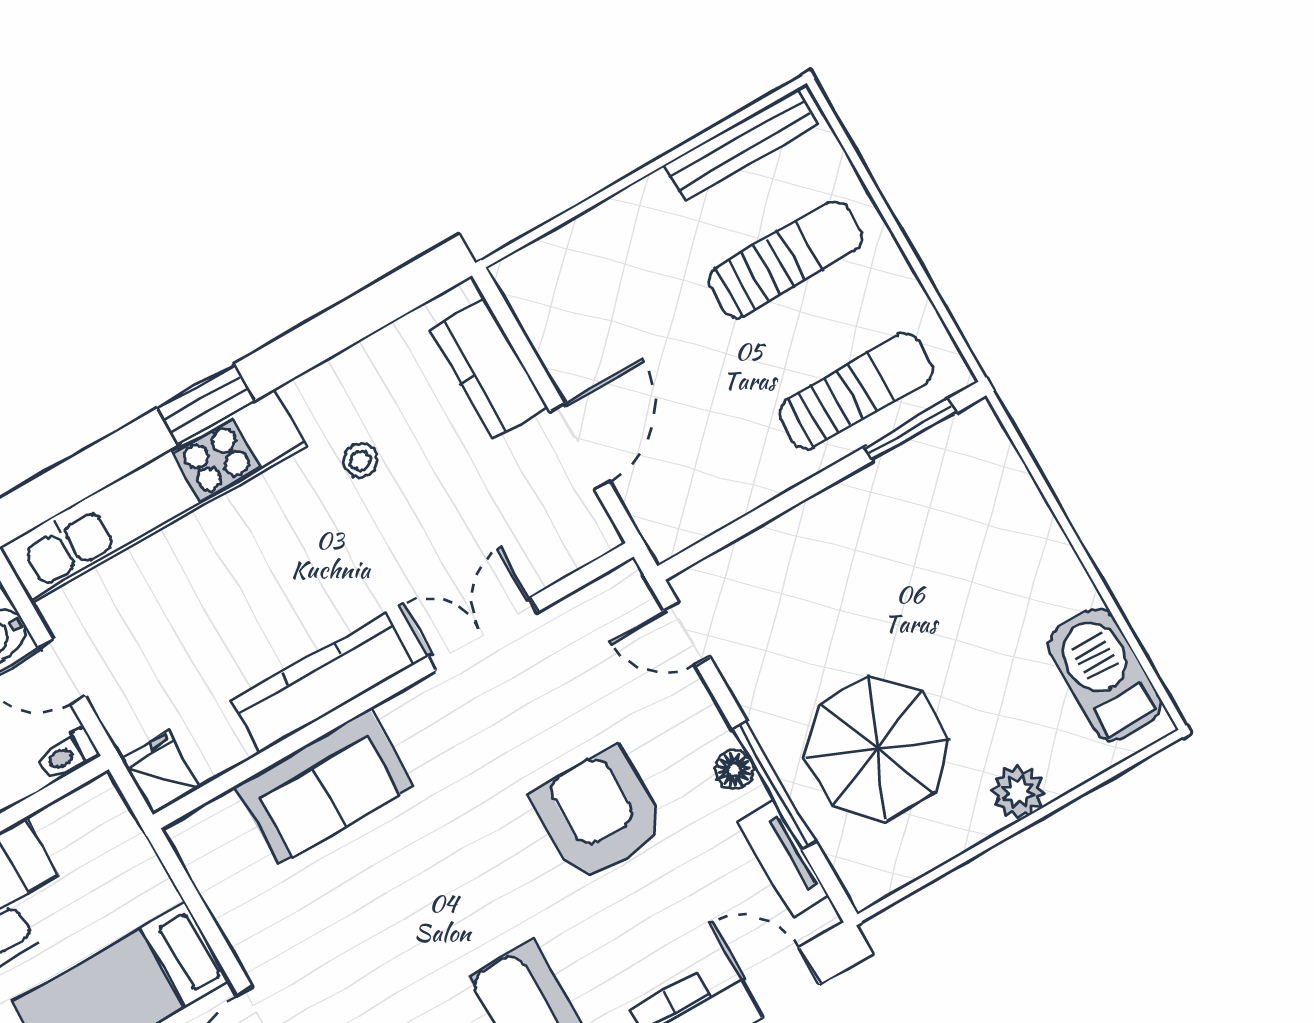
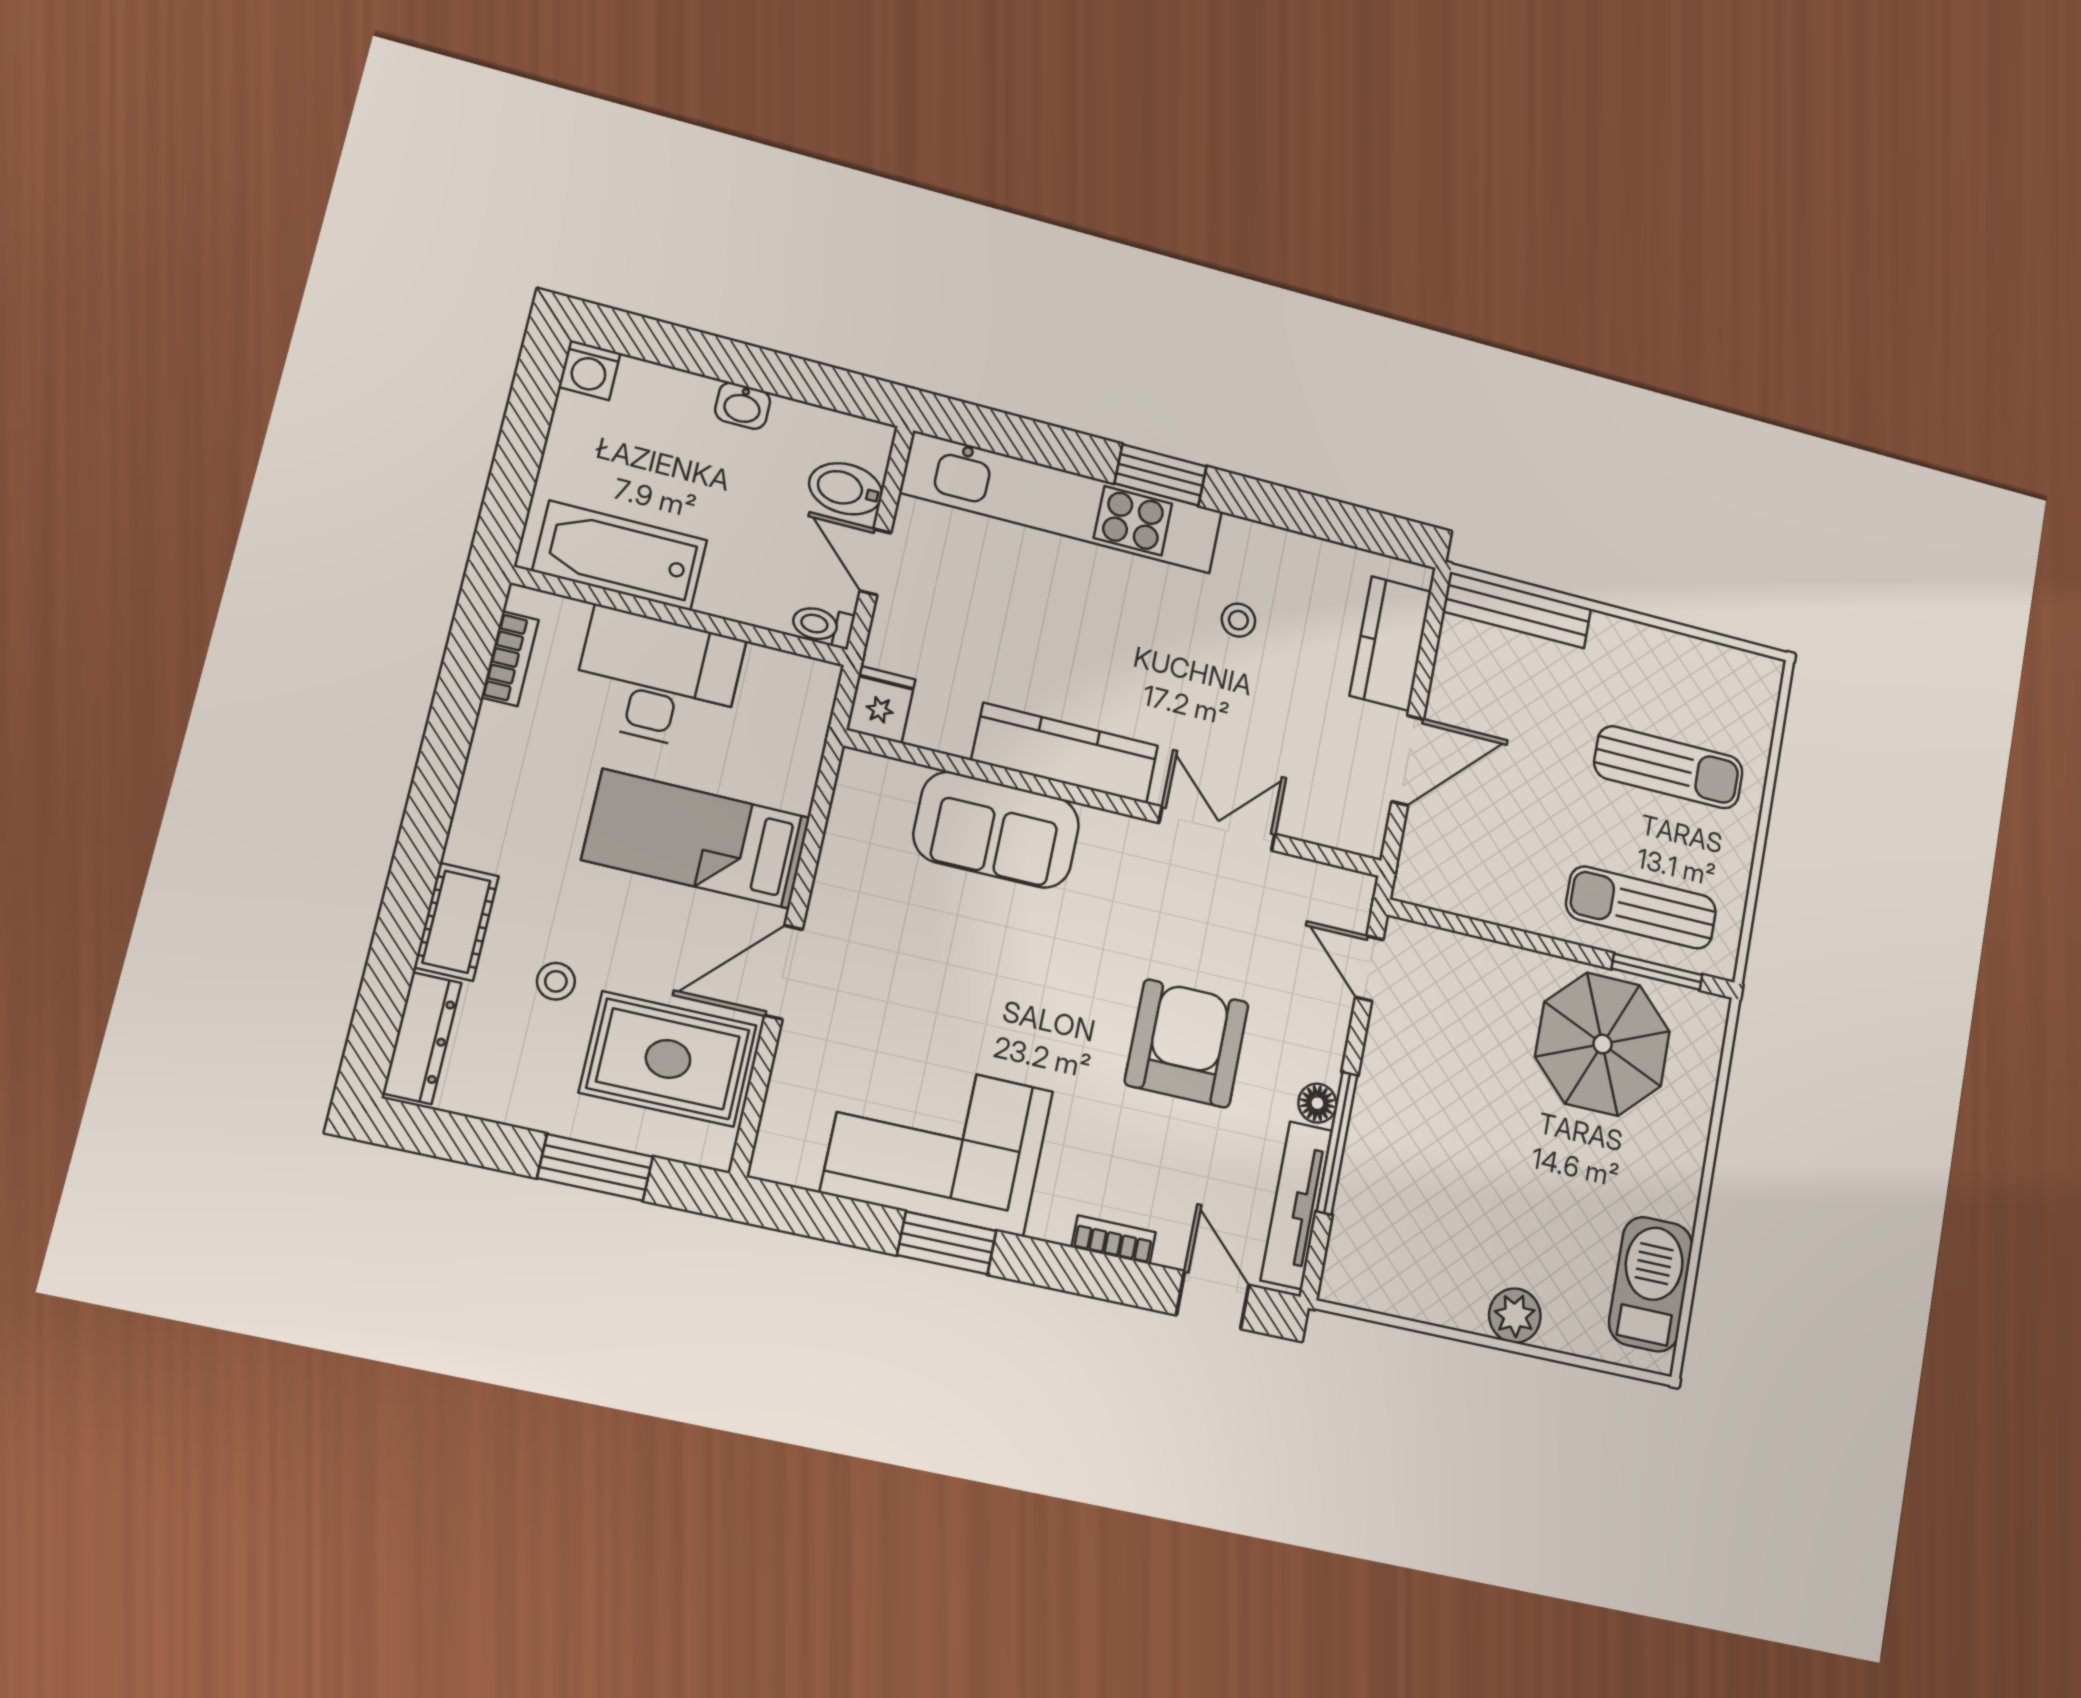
bench: (741, 145) -> (1517, 610), moved
sun lounger: (856, 391) -> (1641, 907), turned 180
parasol: (877, 749) -> (1603, 1044), moved
tv unit: (783, 859) -> (1296, 1205), width x1.41

